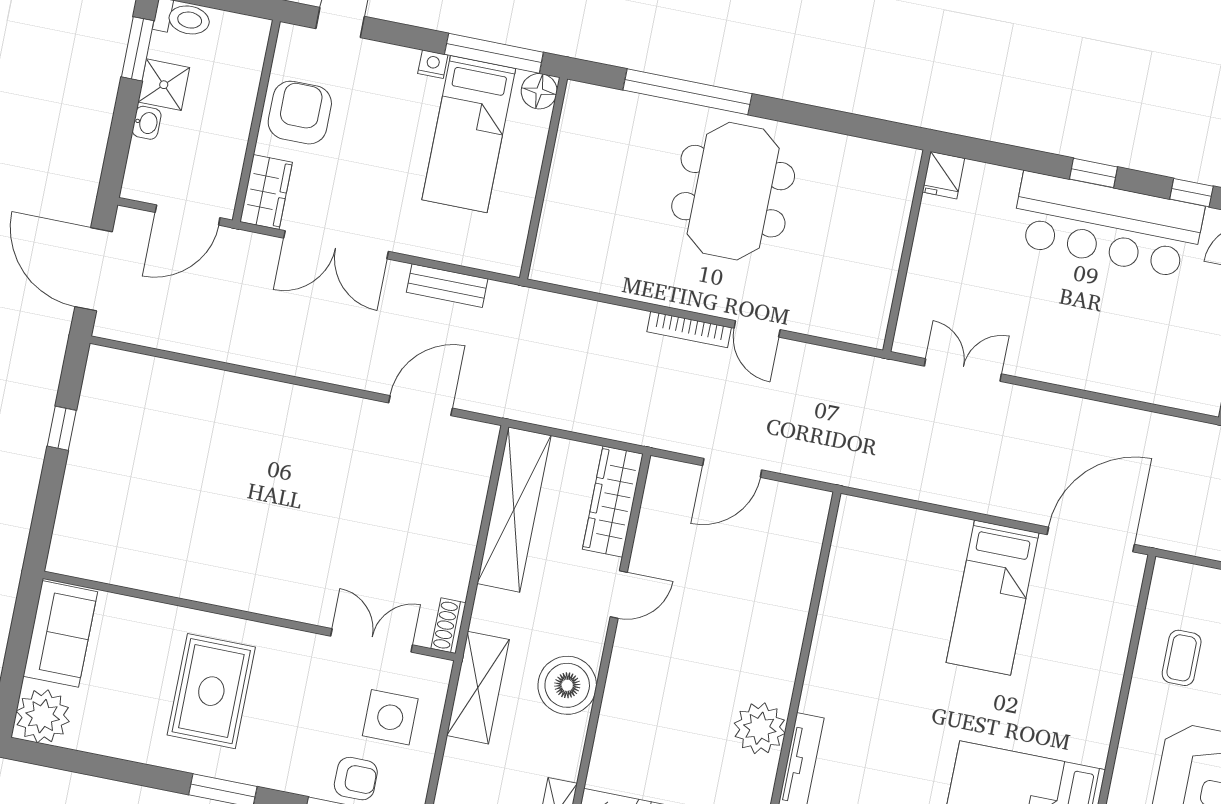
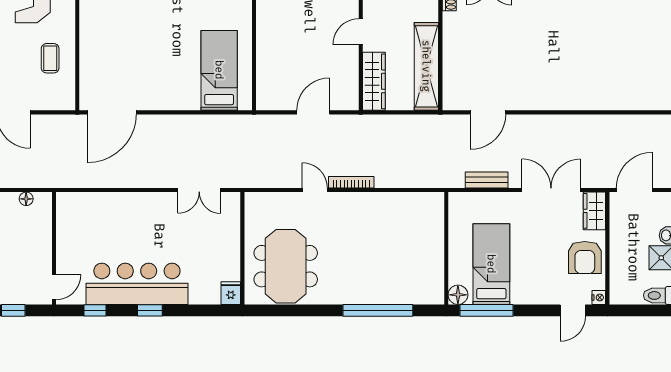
nightstand: (433, 64) -> (599, 297), moved, turned -90
meeting table: (733, 191) -> (286, 266), moved
bed: (993, 598) -> (219, 70), moved

